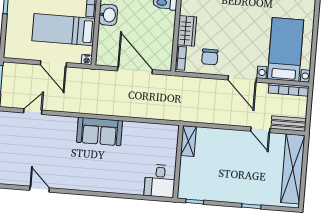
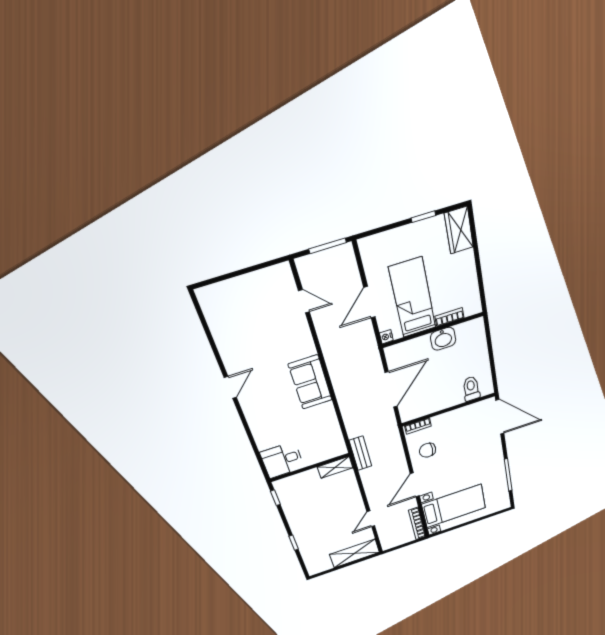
wardrobe: (187, 31) -> (448, 420), removed
bench: (289, 124) -> (360, 453), moved
shelving: (293, 169) -> (355, 553), width x0.68
door: (40, 189) -> (230, 387), moved

